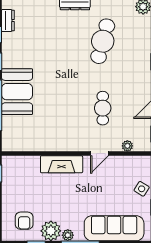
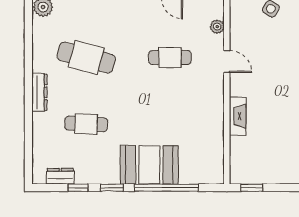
cafe table: (50, 41) -> (86, 124), added
fireplace: (62, 164) -> (238, 116), width x0.73, depth x0.76

